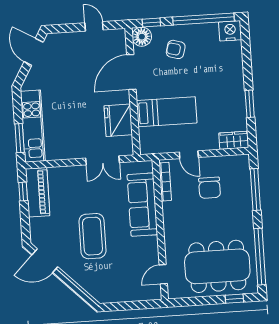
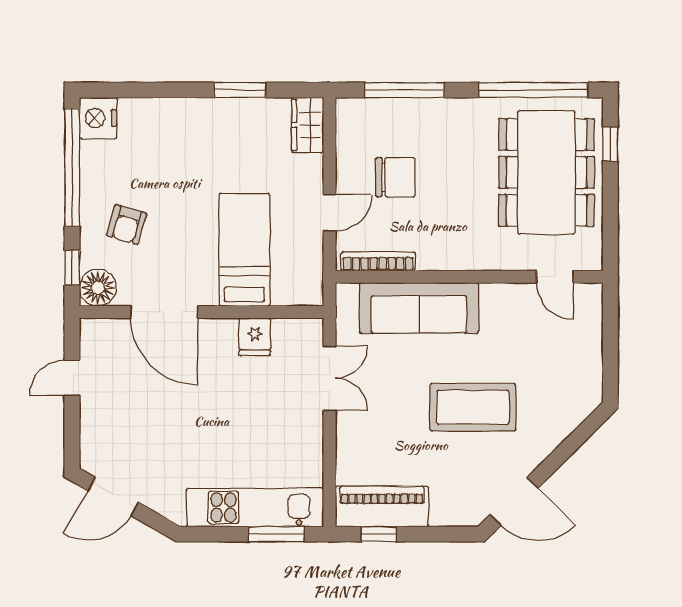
fridge: (118, 120) -> (255, 337), width x0.53, depth x0.75
door: (45, 261) -> (514, 501), hinge flipped

